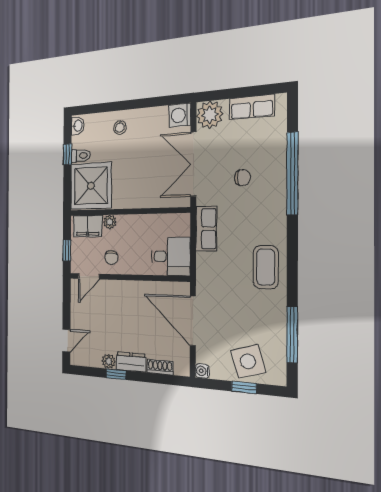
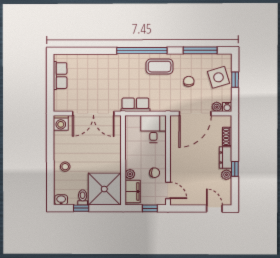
plant: (210, 115) -> (217, 107), moved, width x0.53, depth x0.53
window: (292, 173) -> (142, 51), moved
chair: (243, 178) -> (189, 81), moved

